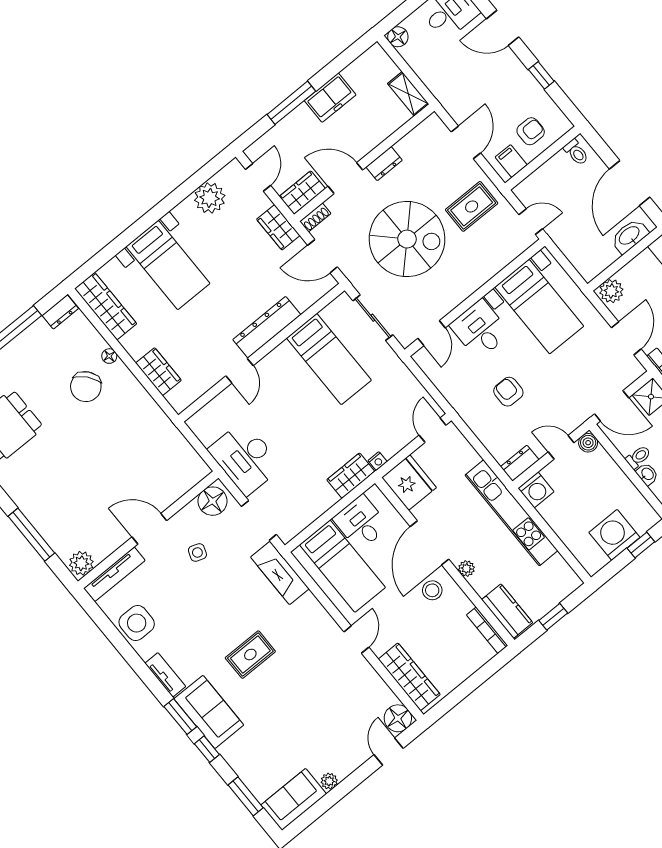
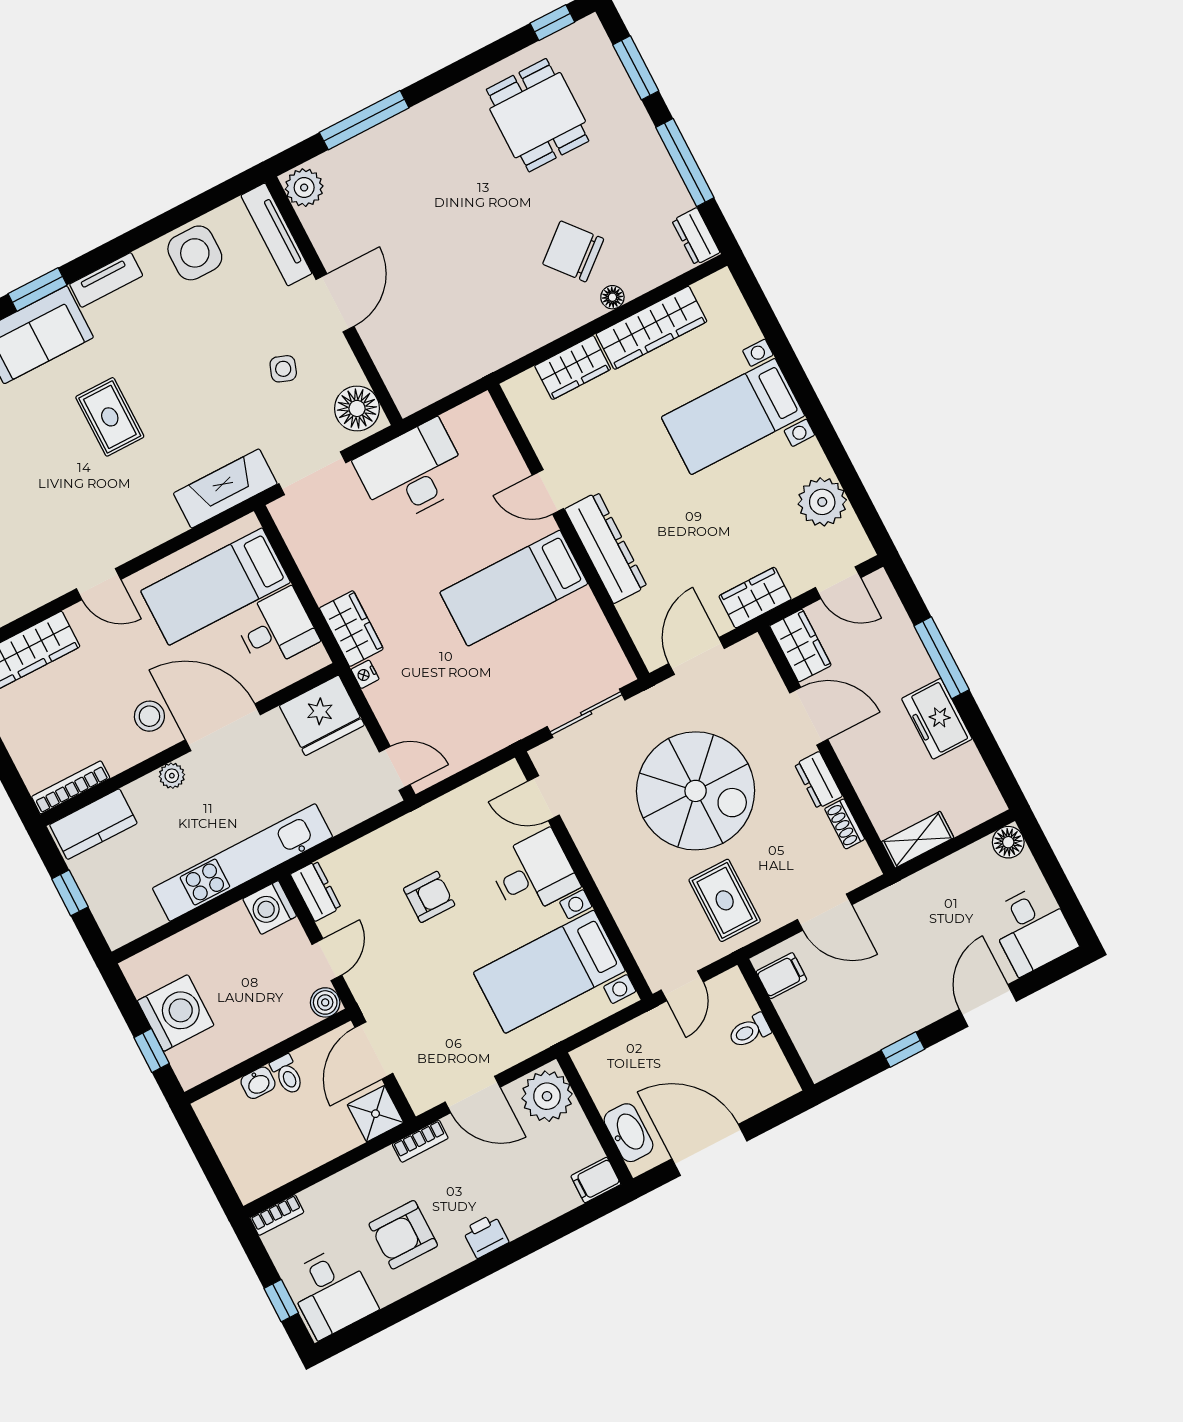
armchair: (531, 131) -> (821, 1015), removed
toilet: (576, 152) -> (749, 1031), moved
door: (345, 178) -> (809, 716), hinge flipped
shoe rack: (315, 217) -> (845, 824), moved
spiral stairs: (407, 239) -> (696, 791), turned -90
plant: (611, 291) -> (547, 1096), width x1.36, depth x1.36
wardrobe: (106, 306) -> (652, 328), moved
bed: (329, 359) -> (514, 588), moved

